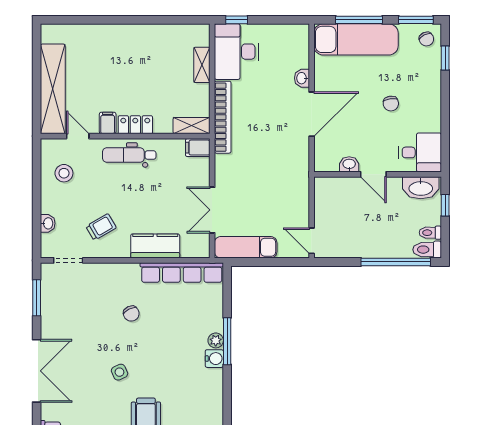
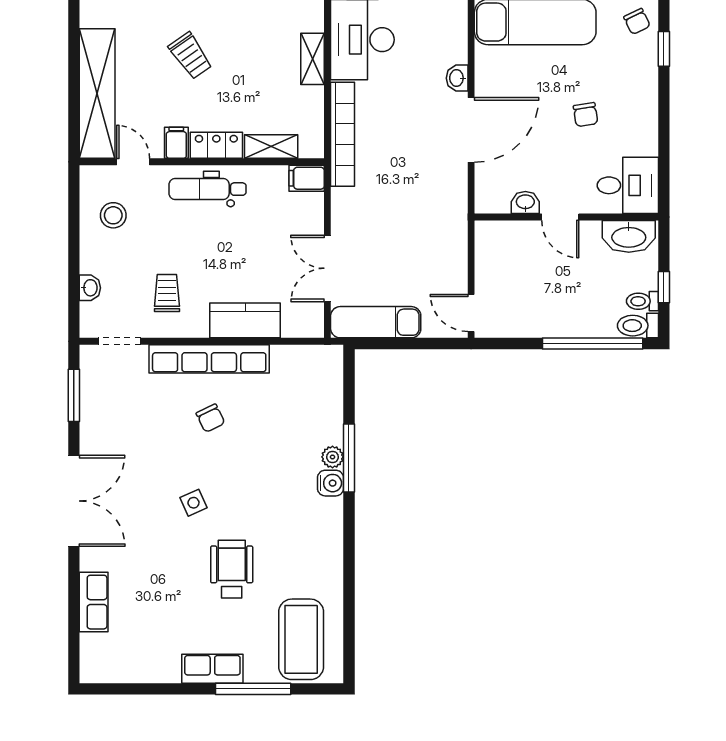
trolley: (117, 63) -> (190, 56), added
shelving: (192, 126) -> (271, 146), moved
window: (445, 205) -> (664, 287), moved
trolley: (101, 227) -> (167, 293), turned -60
row of seats: (182, 273) -> (209, 359), moved

